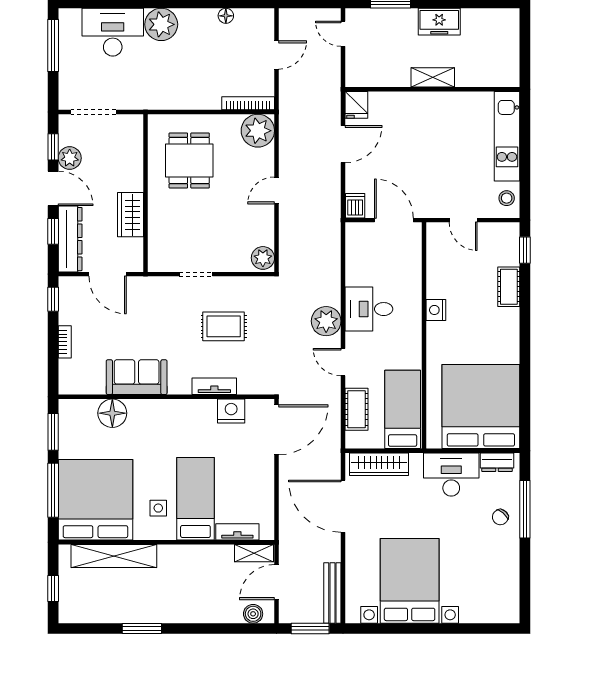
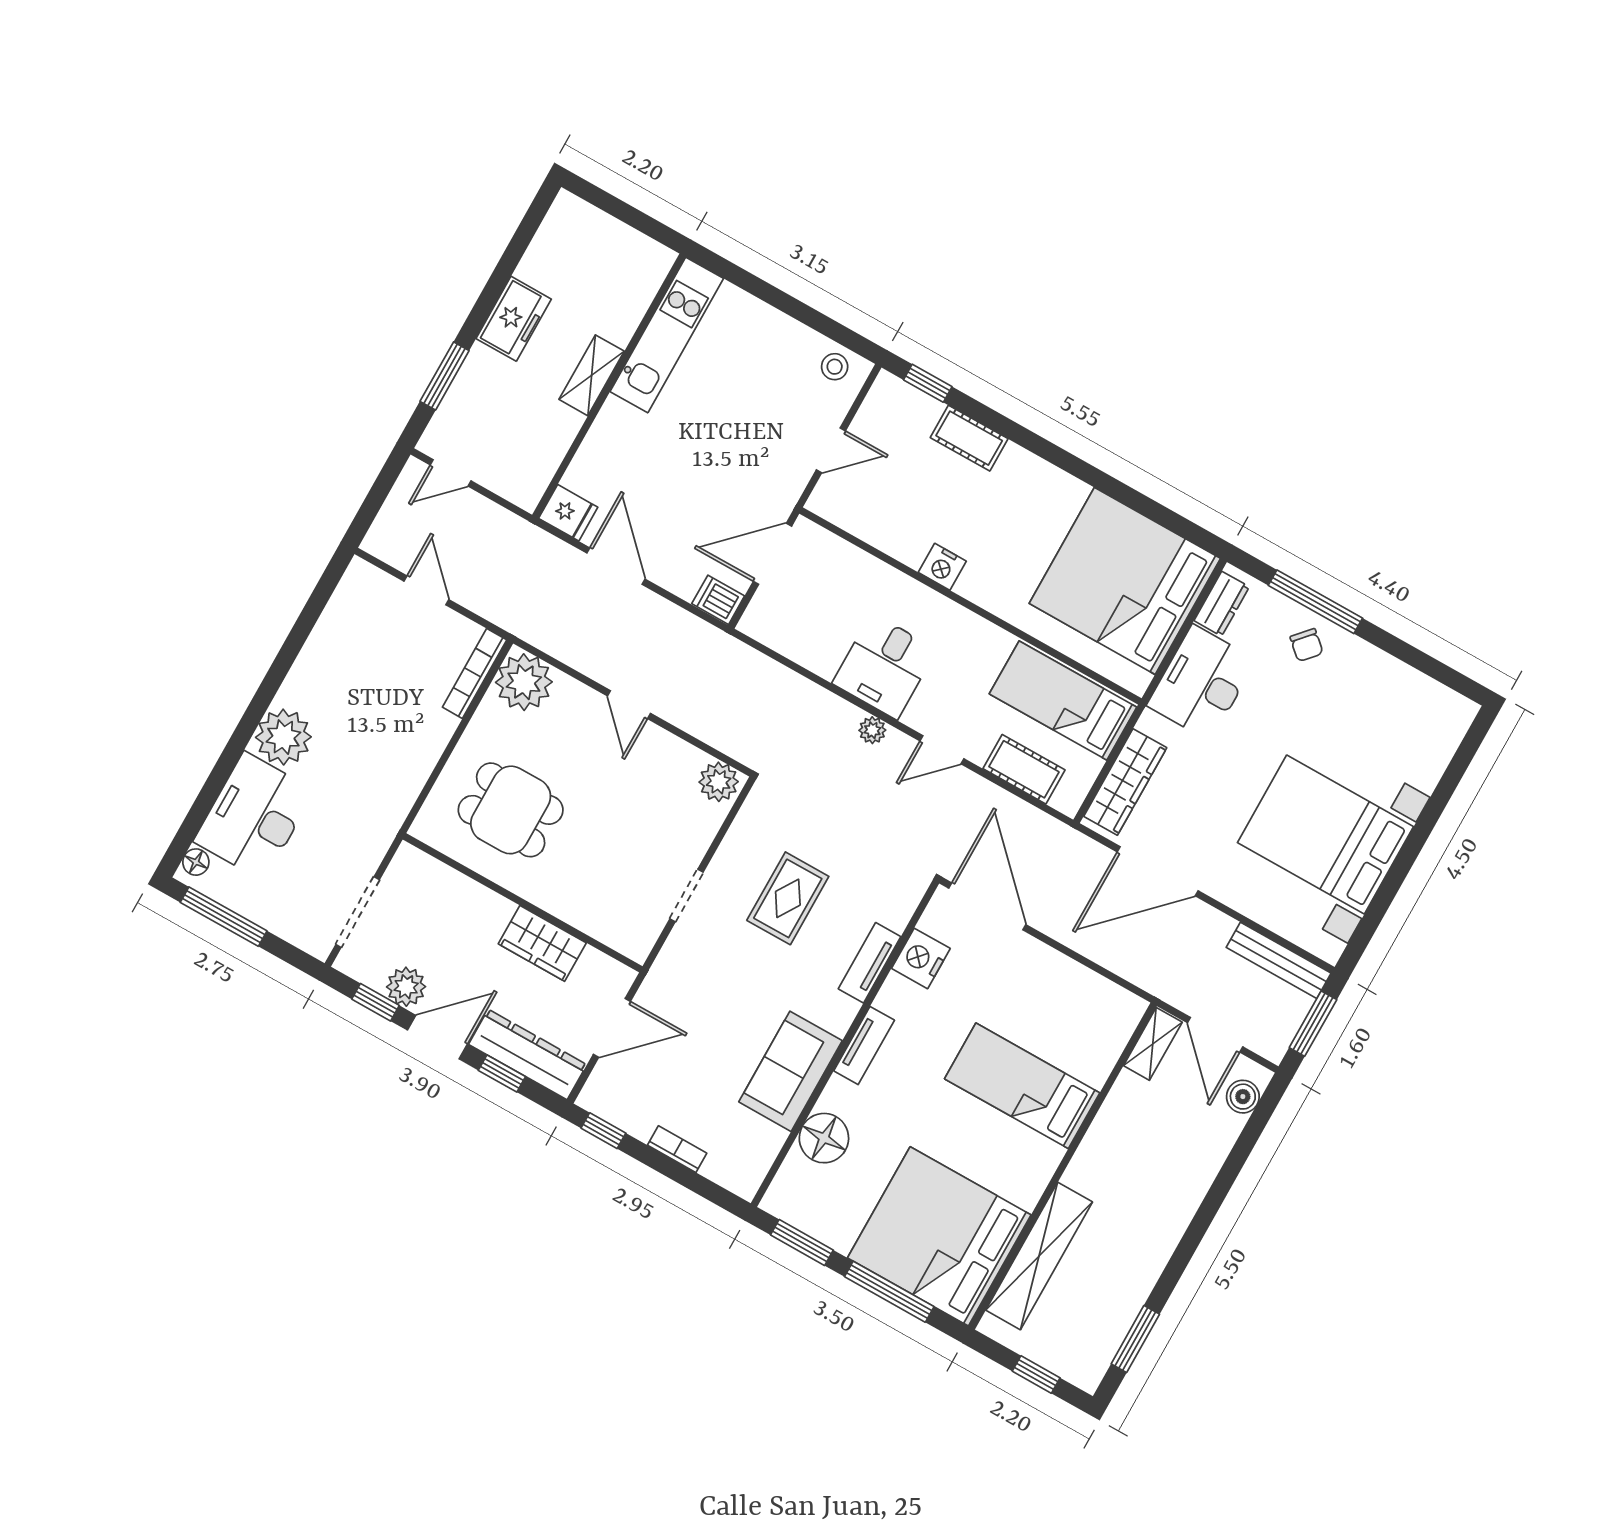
floor lamp: (226, 16) -> (196, 862), moved
kitchen unit: (507, 136) -> (667, 335), moved, turned -90
plant: (326, 321) -> (872, 730), width x0.53, depth x0.53
side table: (158, 508) -> (1005, 1149), removed
tv unit: (237, 532) -> (864, 1045), moved, turned 180
window: (142, 629) -> (1135, 1339), moved

